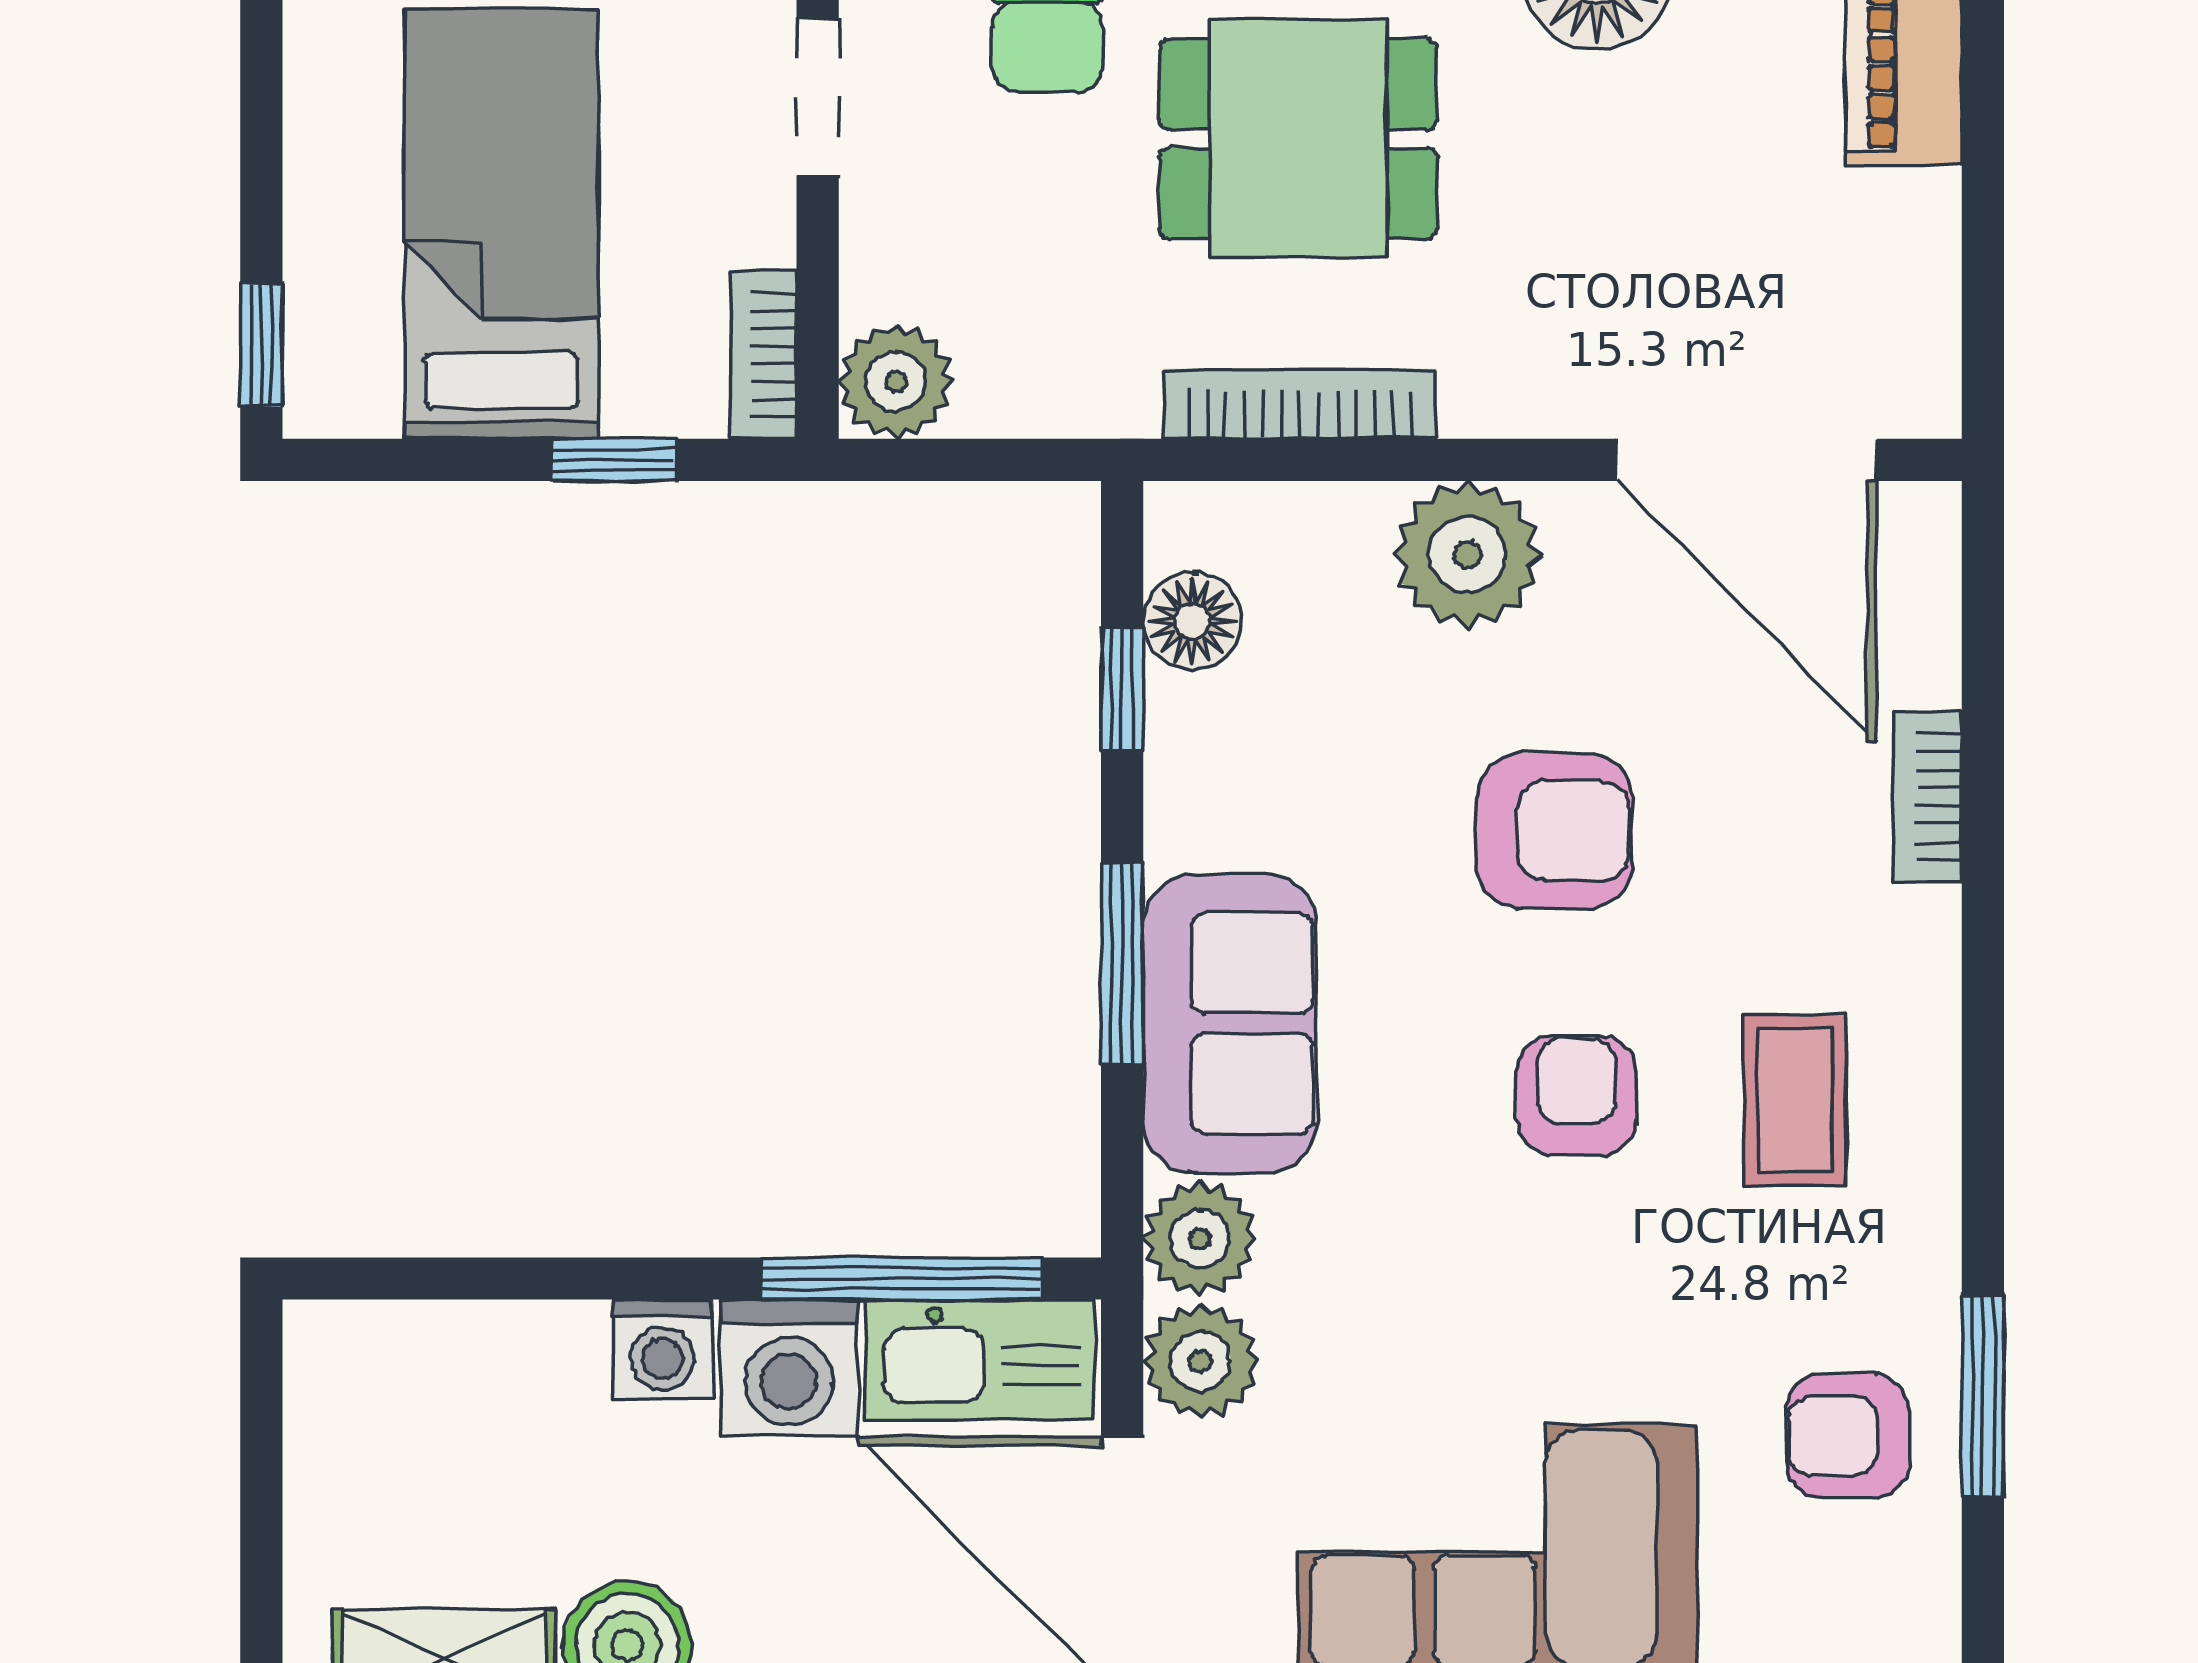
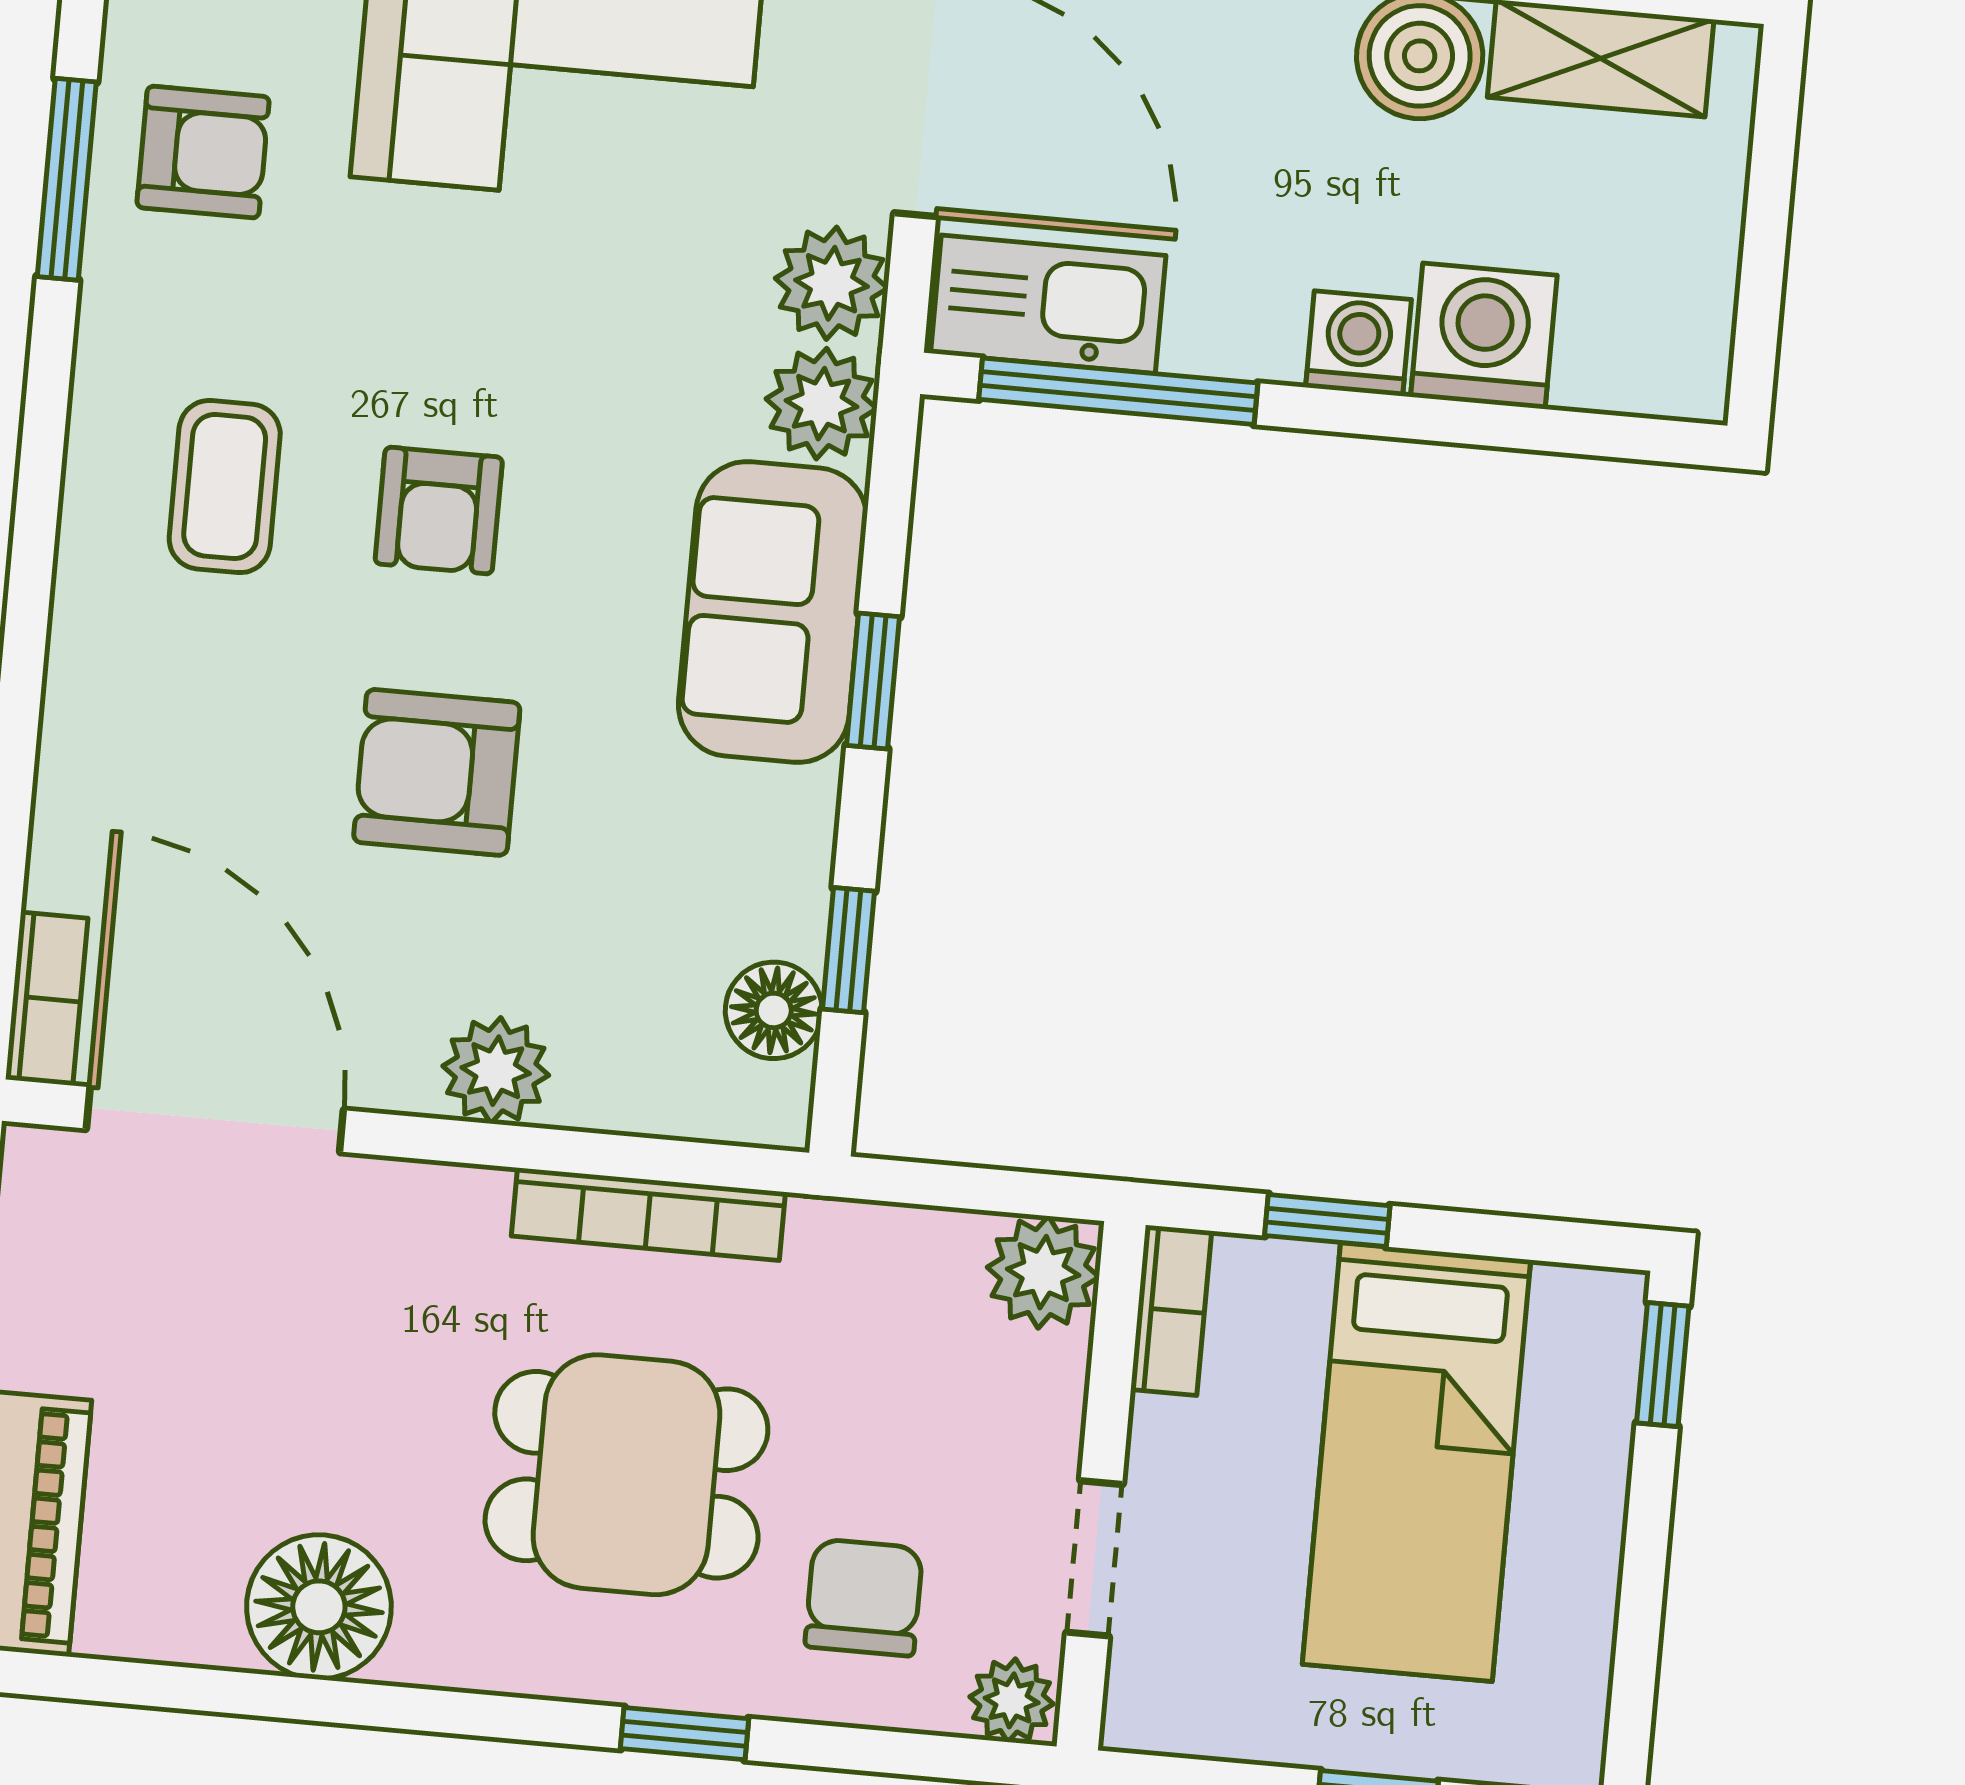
plant: (1468, 555) -> (496, 1071), width x0.73, depth x0.73
bookcase: (1928, 797) -> (47, 999), moved
window: (1122, 963) -> (873, 681), width x0.67
washing machine: (789, 1368) -> (1484, 336), moved

